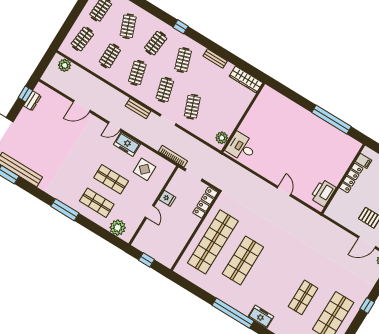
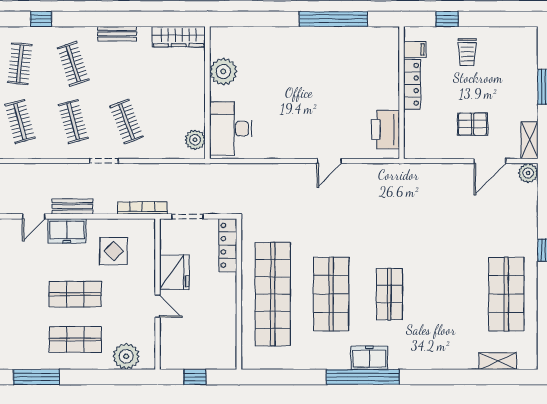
bench: (138, 108) -> (72, 206), moved
plant: (258, 112) -> (223, 71), added
desk: (241, 147) -> (231, 129), width x1.37
door: (284, 191) -> (329, 161), swing flipped
fridge: (167, 198) -> (174, 272), width x1.88, depth x1.34
shop shelf: (303, 297) -> (389, 294), moved
freezer: (261, 317) -> (369, 358), moved

